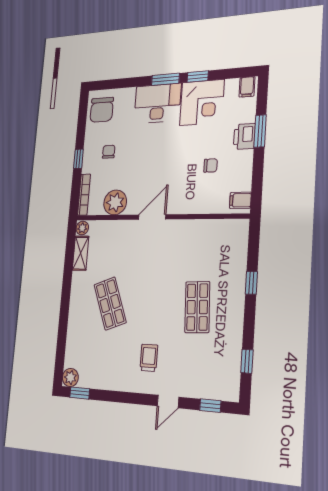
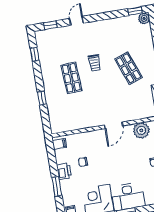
printer: (244, 136) -> (64, 171), moved
trolley: (149, 358) -> (95, 63), moved

